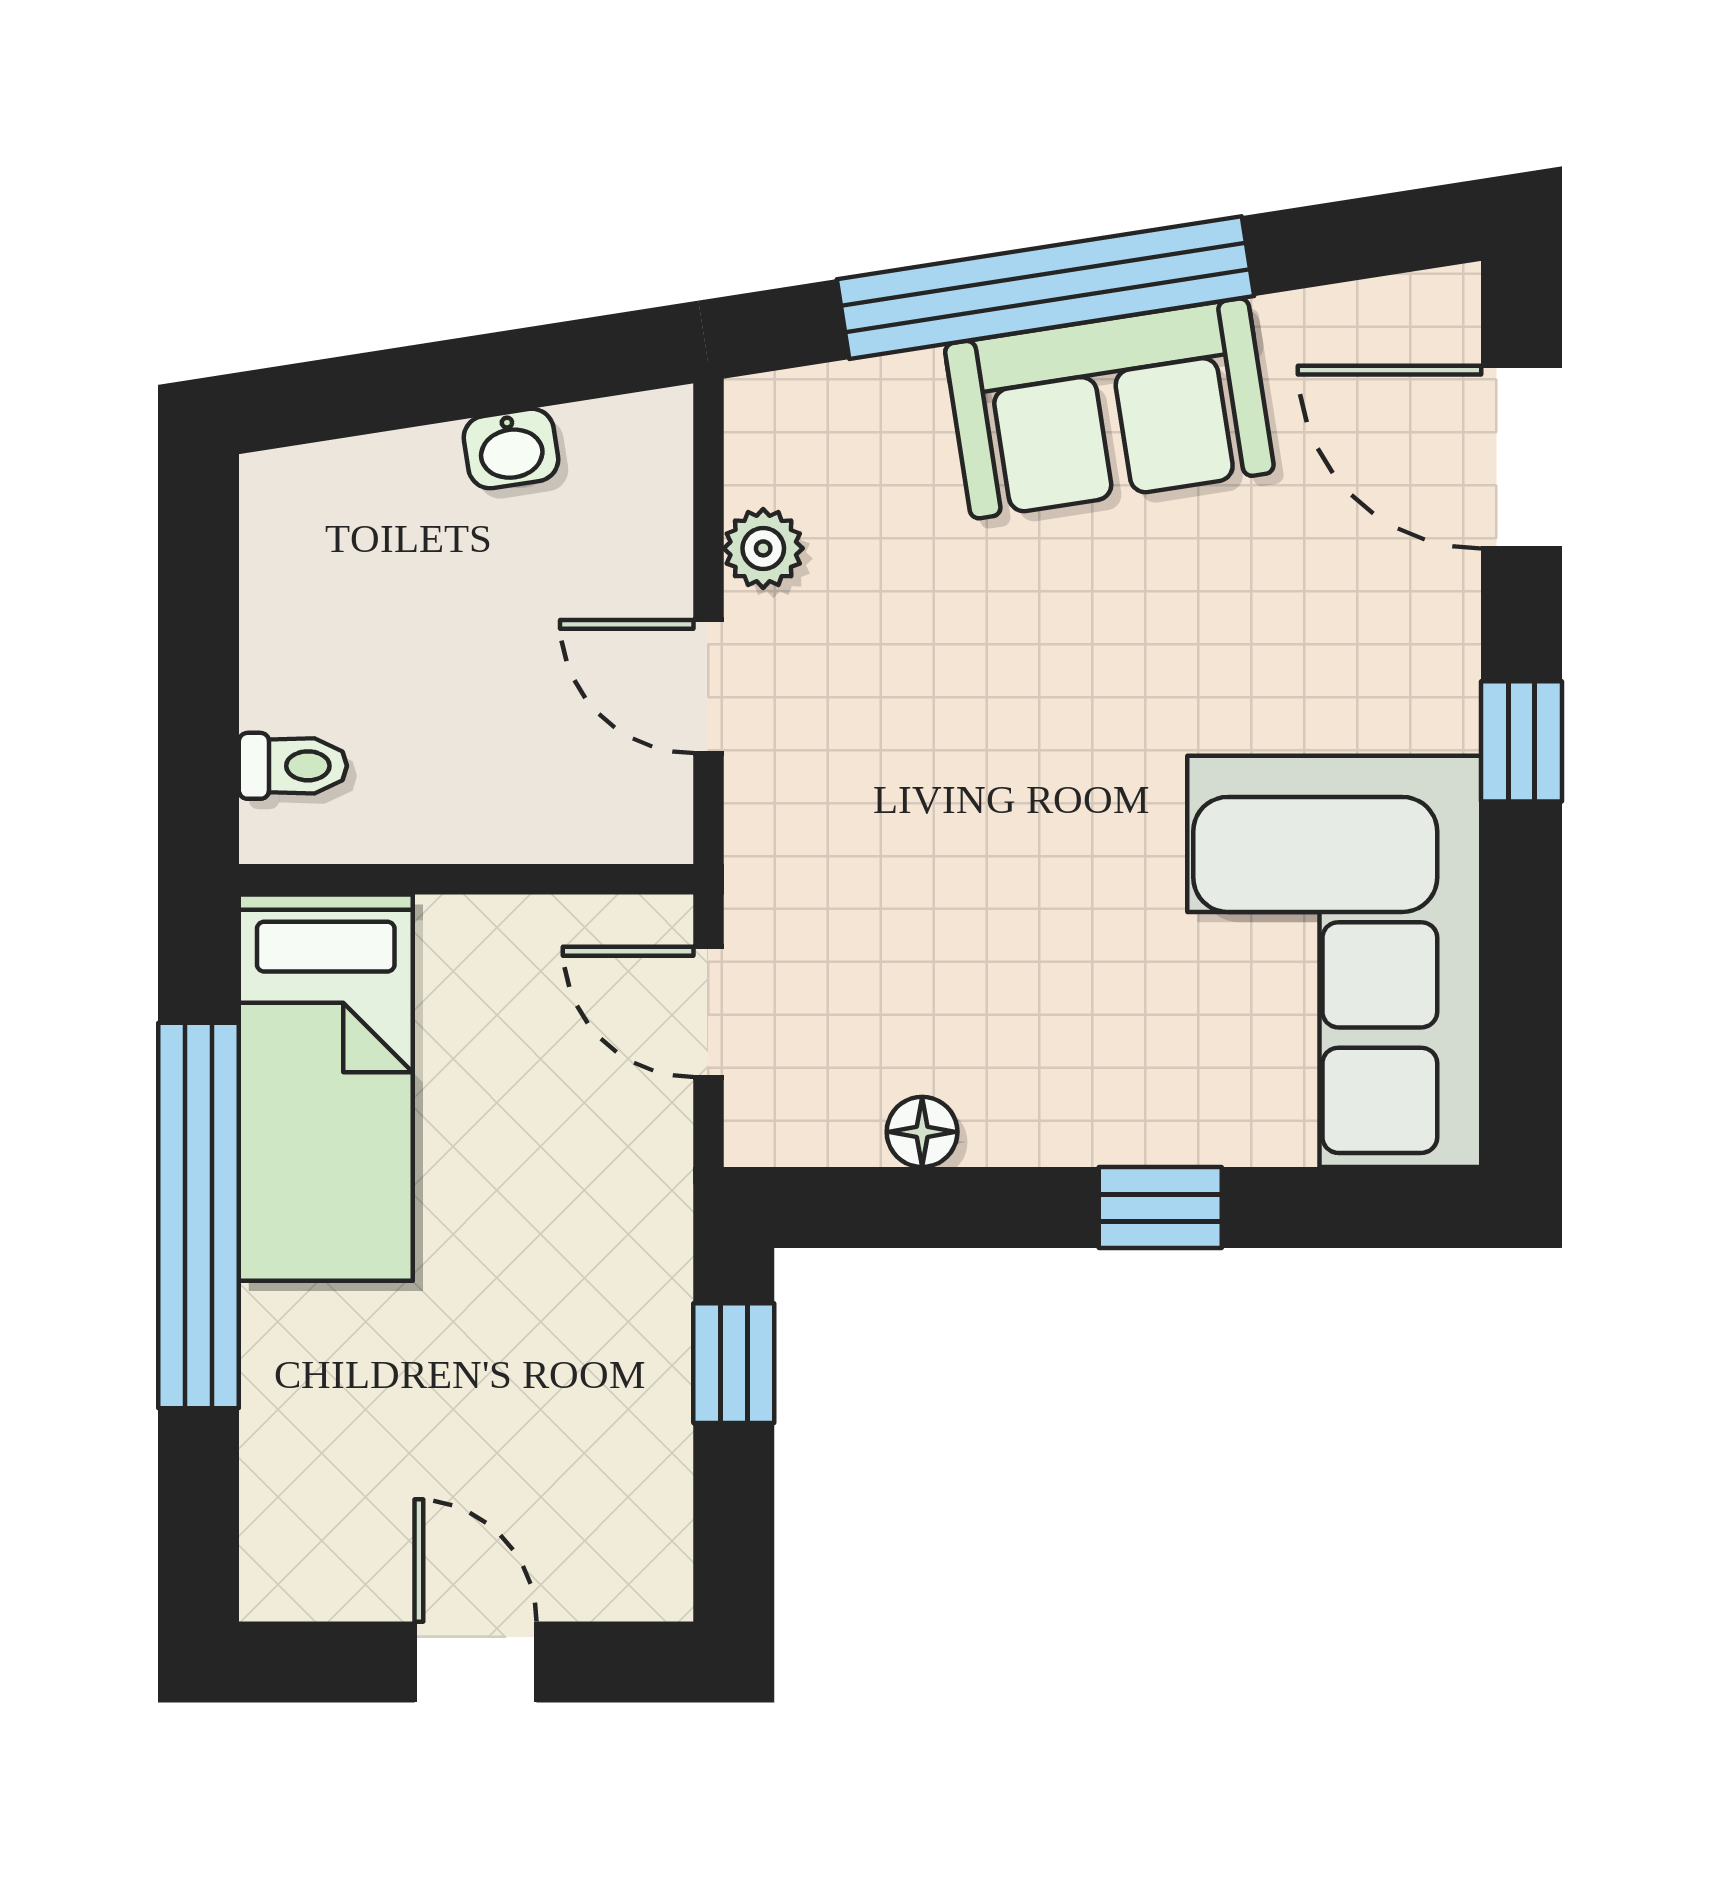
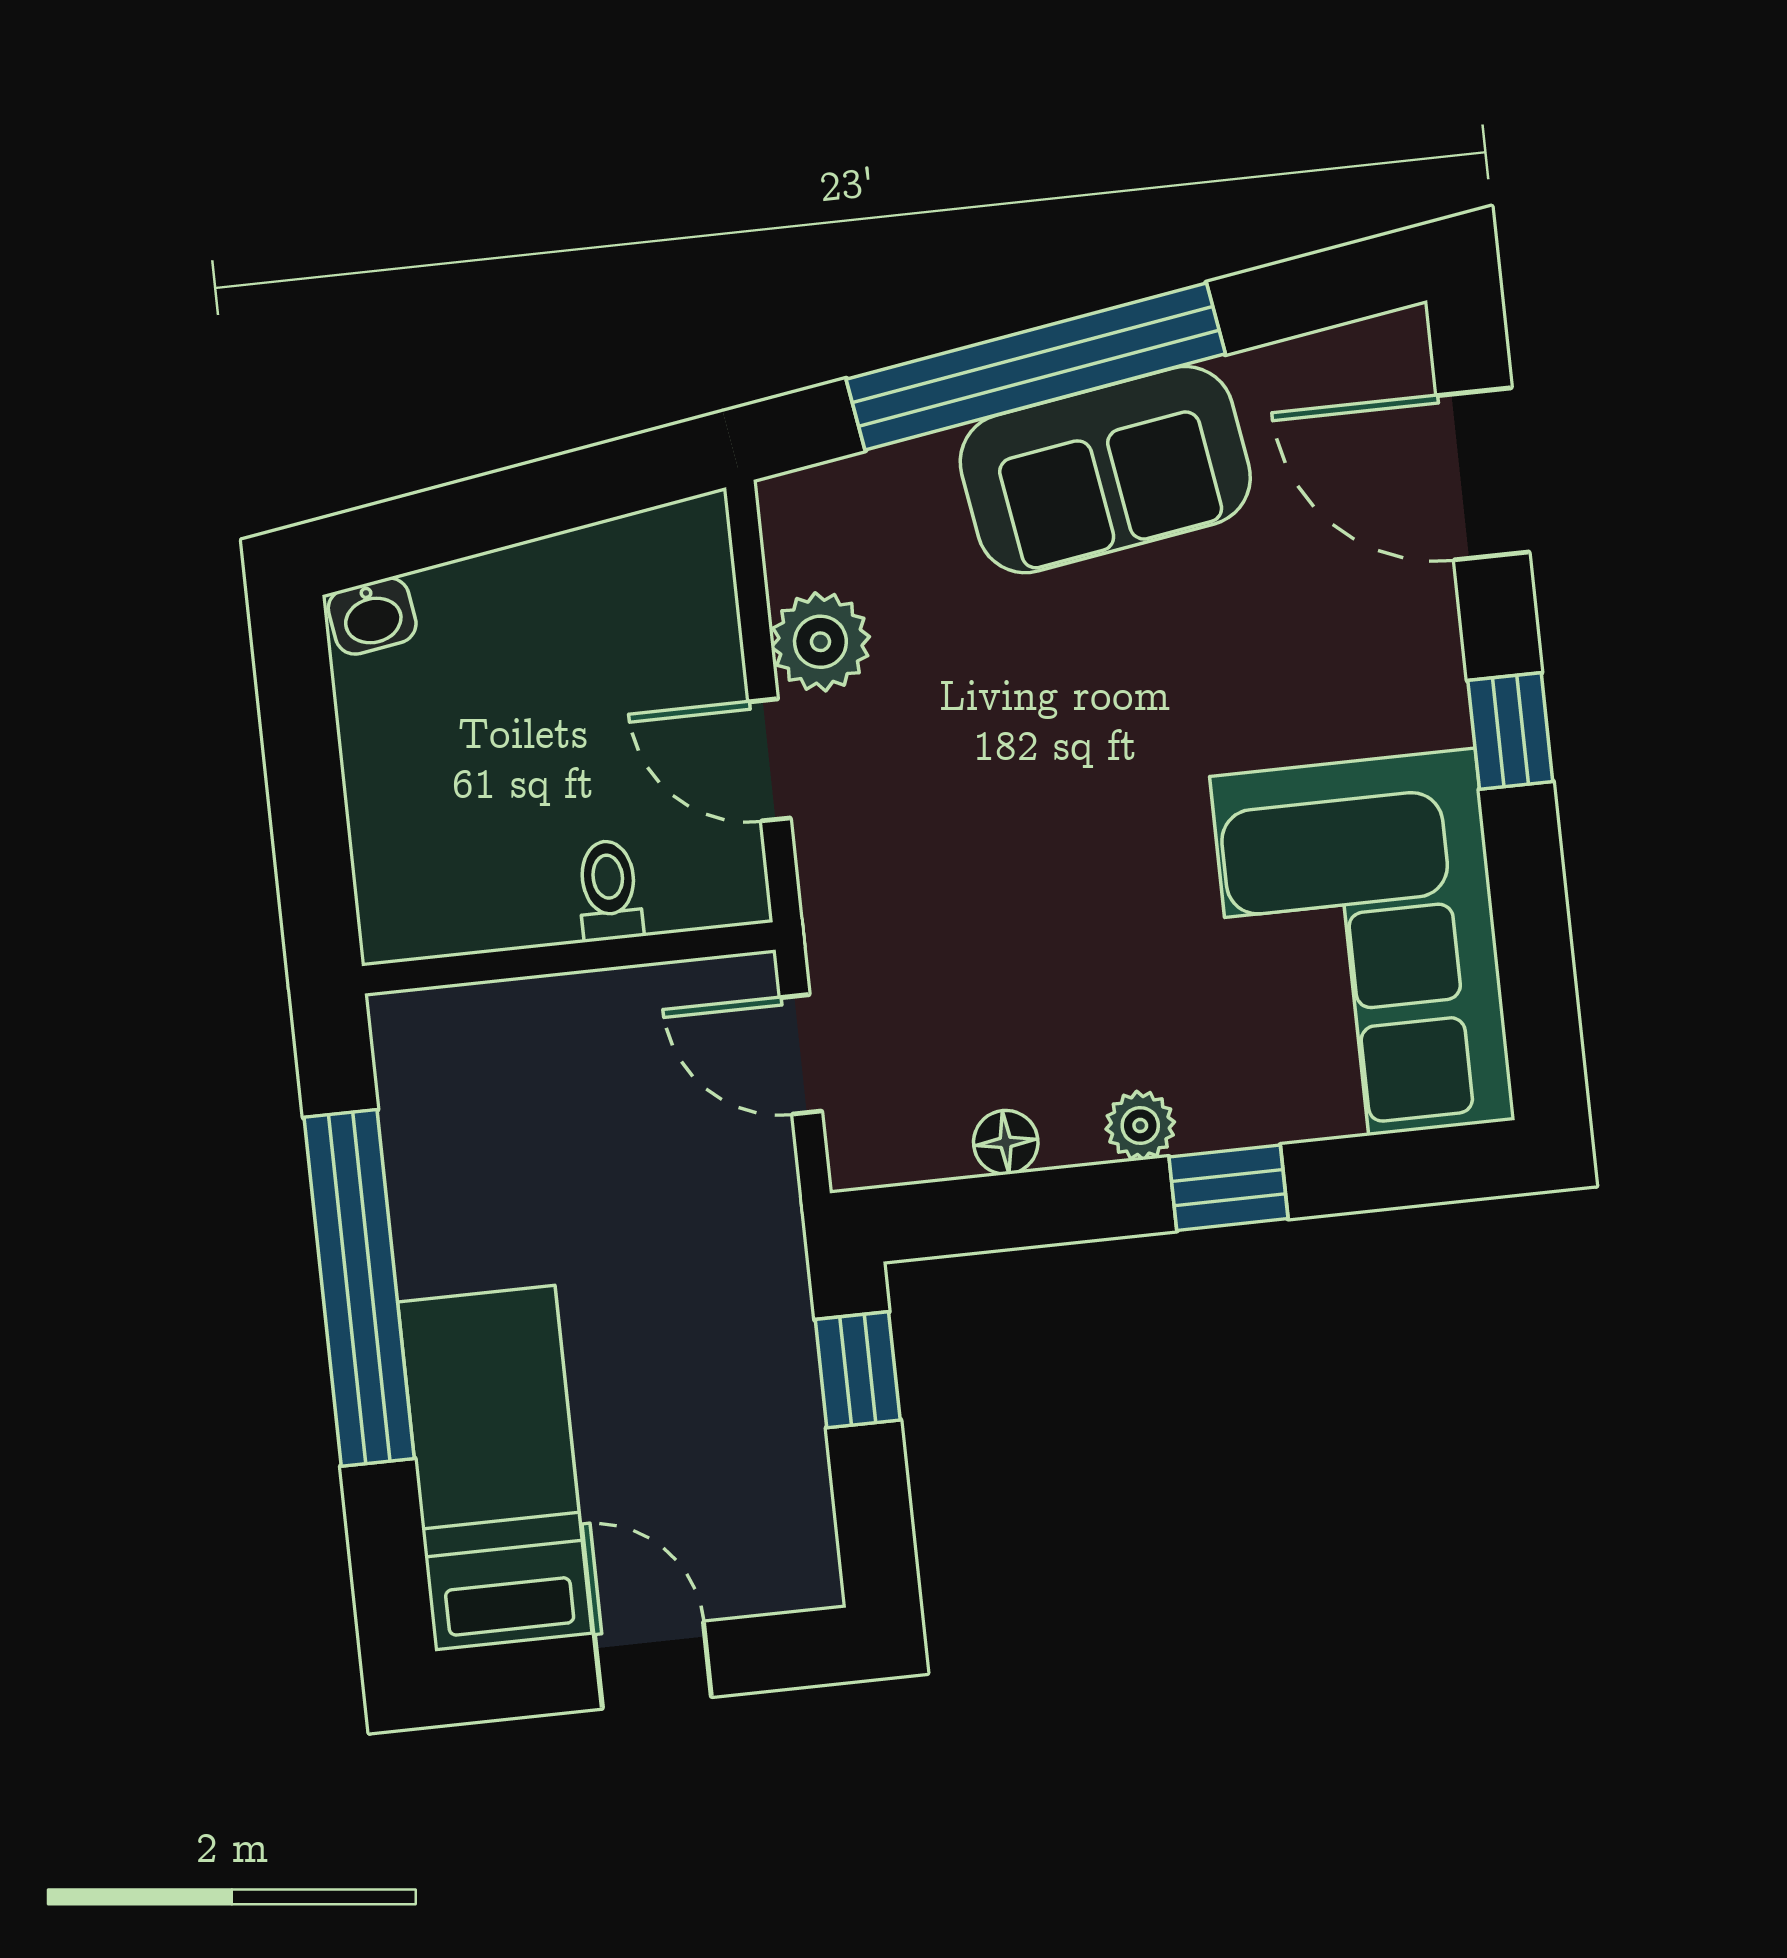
washbasin: (511, 449) -> (372, 616), moved
plant: (763, 548) -> (820, 642), width x1.38, depth x1.38
toilet: (293, 766) -> (609, 890), moved, turned -90
bed: (326, 1088) -> (495, 1468), moved, turned 180
plant: (1071, 1129) -> (1140, 1125), added

